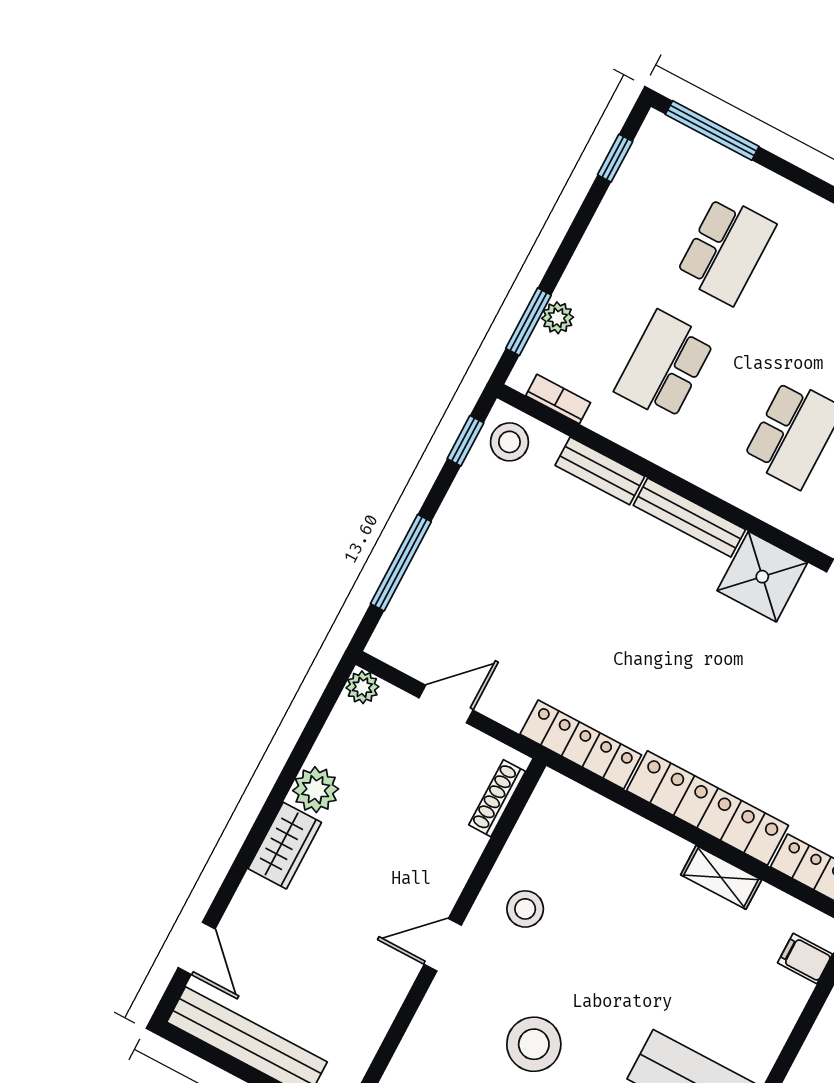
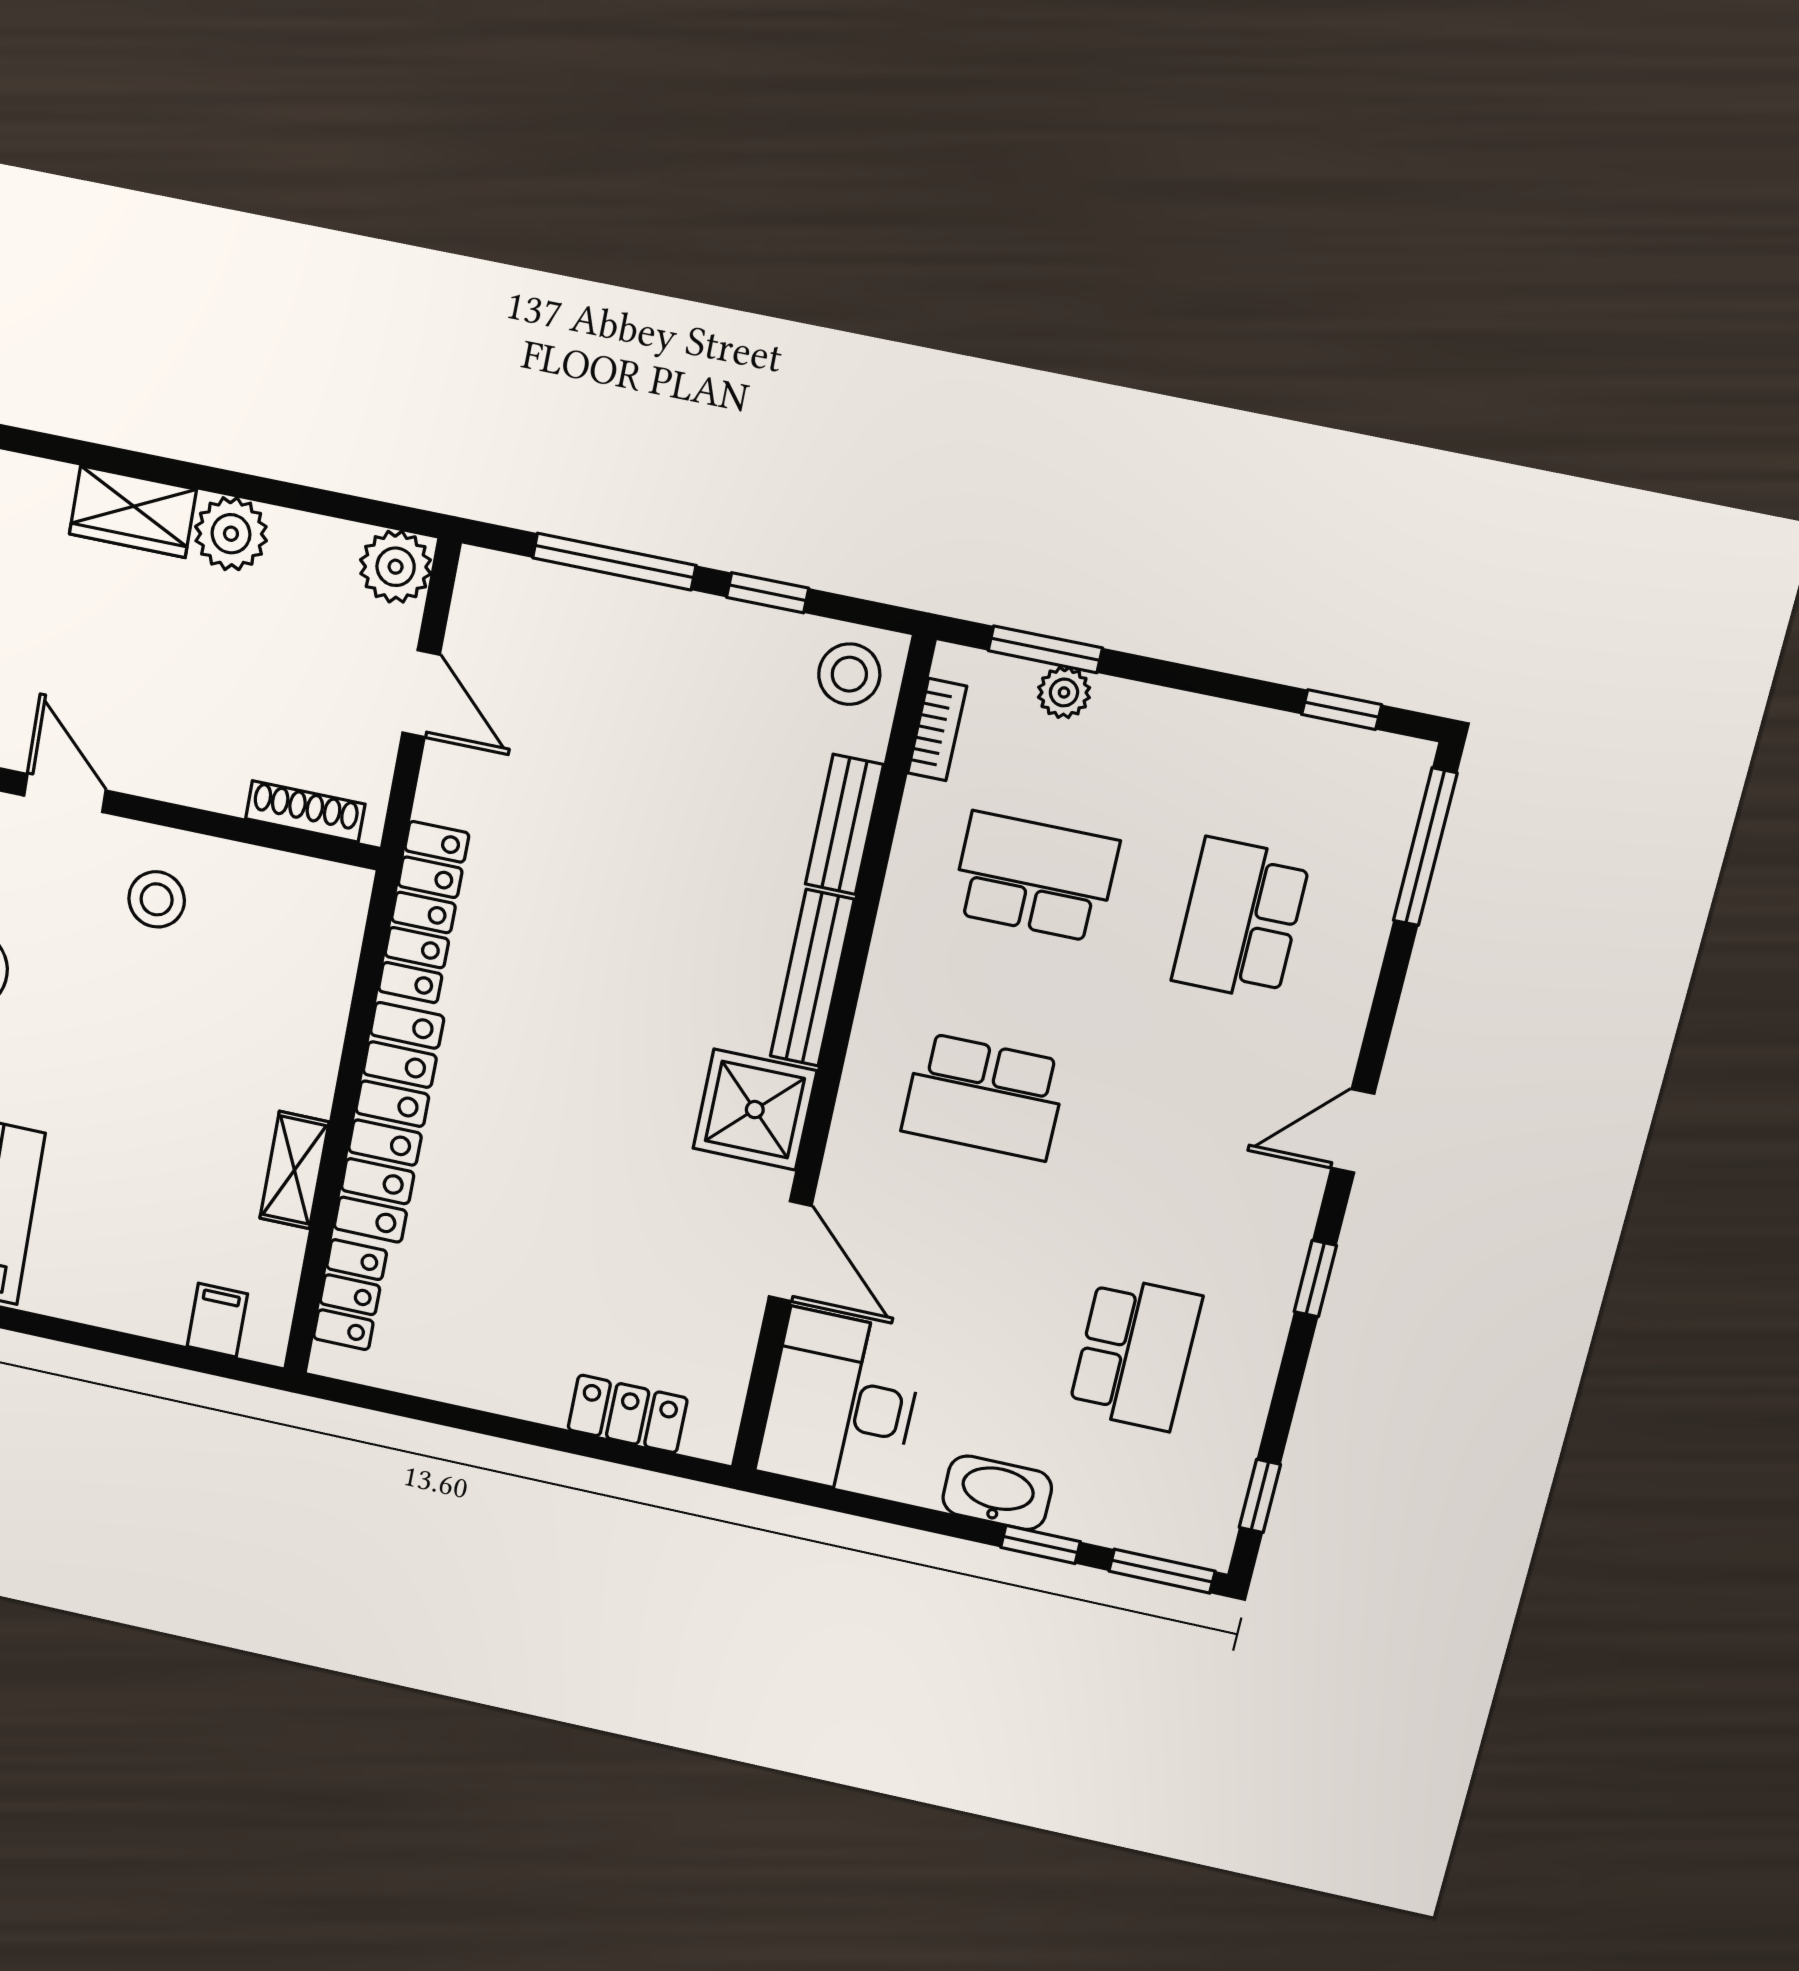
school desk: (726, 250) -> (1241, 920), turned 90
window: (465, 441) -> (768, 593), moved
plant: (362, 687) -> (396, 567), width x1.38, depth x1.38

